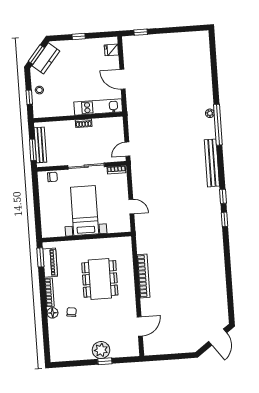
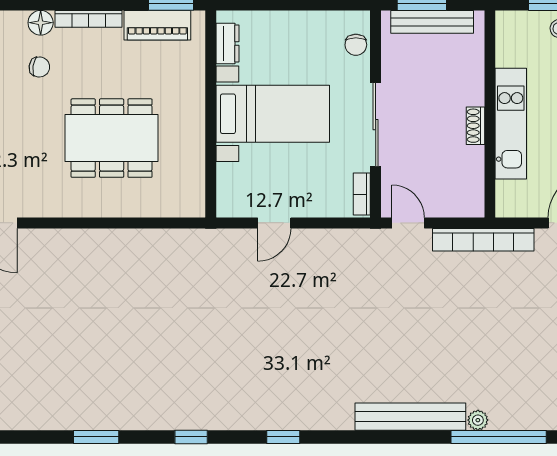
kitchen unit: (98, 107) -> (511, 124), moved
window: (218, 125) -> (499, 437), moved
bench: (212, 163) -> (410, 417), moved
window: (225, 219) -> (191, 437), moved
dresser: (56, 232) -> (228, 43), added
bookcase: (143, 276) -> (483, 240), moved
window: (229, 277) -> (96, 437), added

